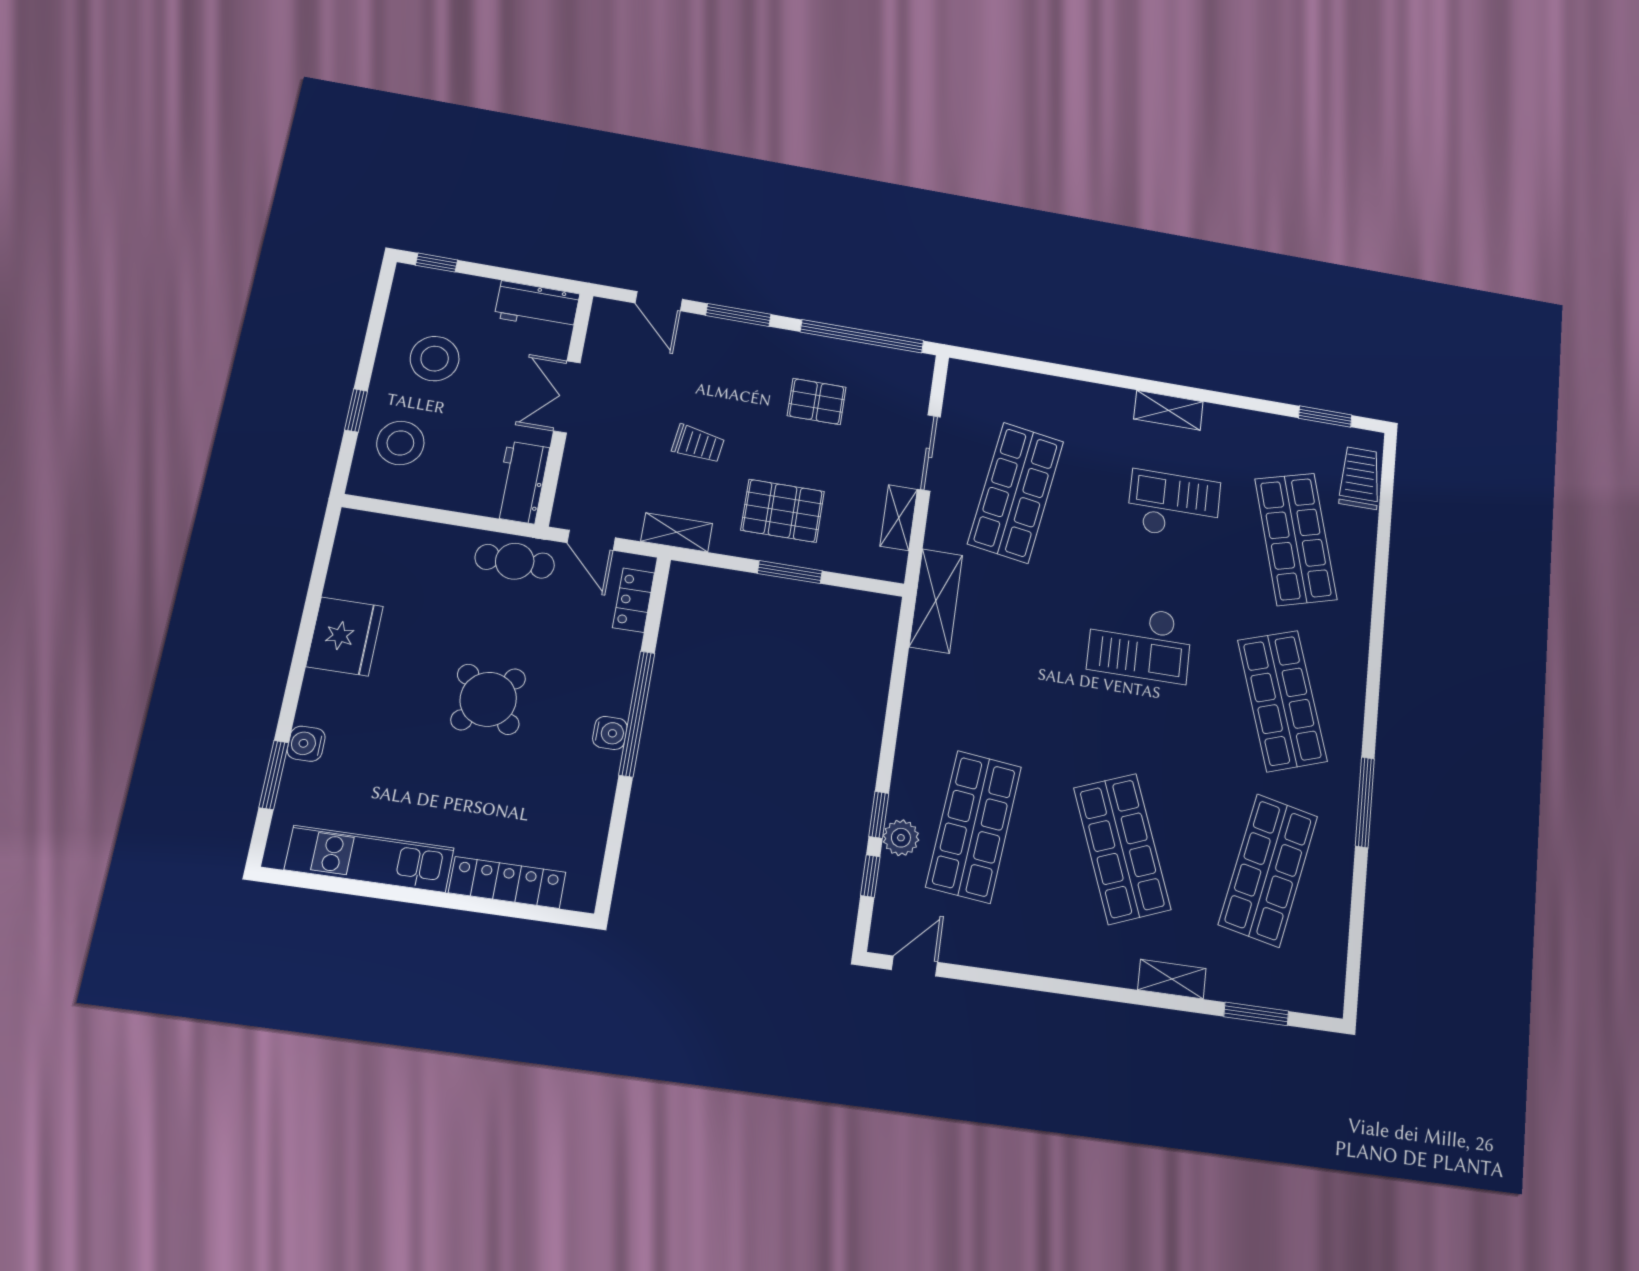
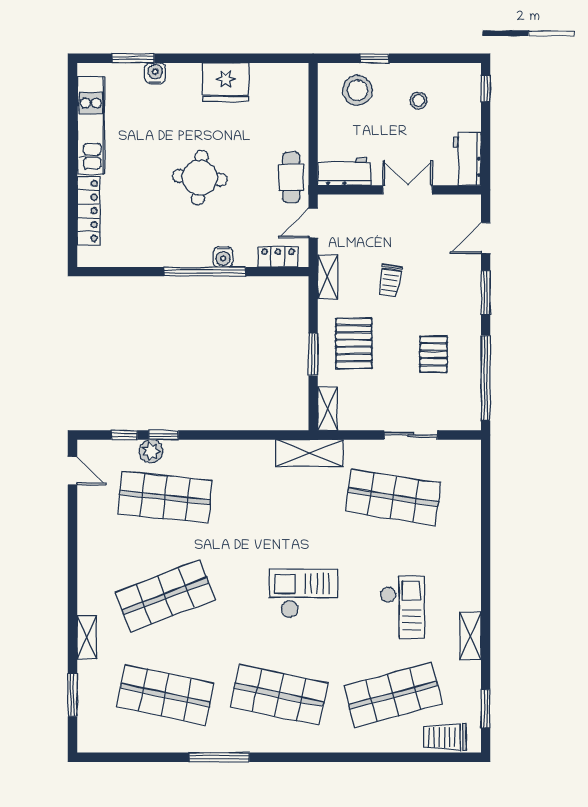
stool: (435, 359) -> (419, 100), width x0.53, depth x0.53
shelving: (1168, 410) -> (470, 636), moved
trolley: (1360, 478) -> (445, 737), turned 180
shelving: (899, 518) -> (327, 409), moved, turned 90
checkout: (1140, 642) -> (303, 593), turned 90
round table: (488, 699) -> (200, 178), turned -37
shop shelf: (1282, 701) -> (279, 695), turned 30
water cooler: (610, 733) -> (223, 257), moved

